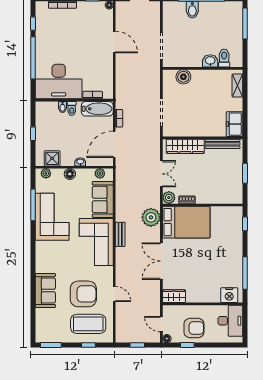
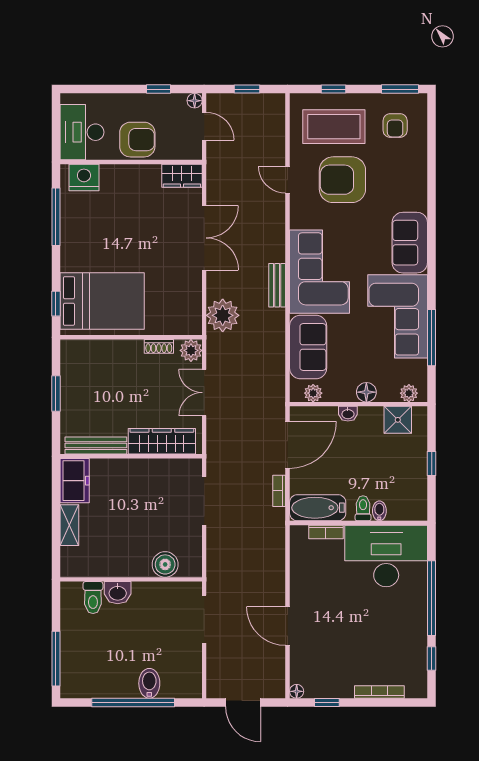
shelving: (237, 86) -> (69, 525), moved
bed: (186, 222) -> (102, 301), moved, turned 180
sofa: (45, 291) -> (410, 243), moved
armchair: (54, 324) -> (395, 126), added
armchair: (194, 328) -> (137, 140), moved, turned 180

